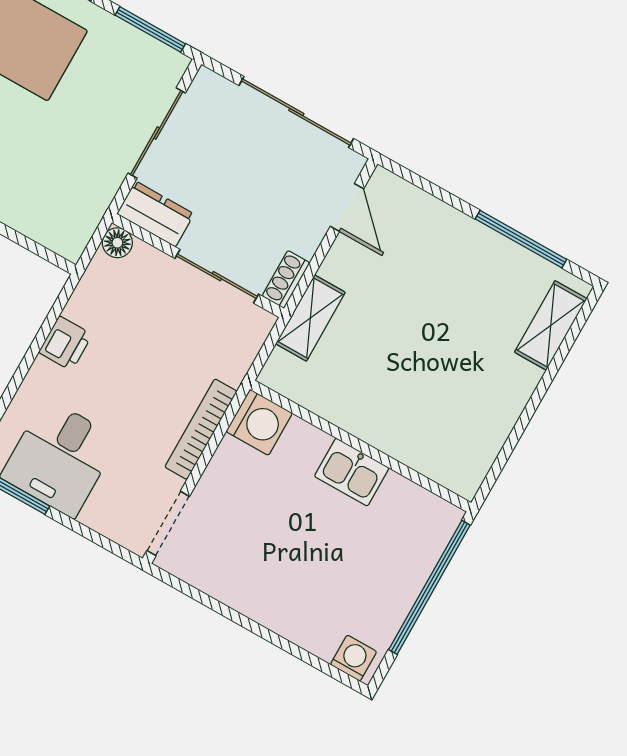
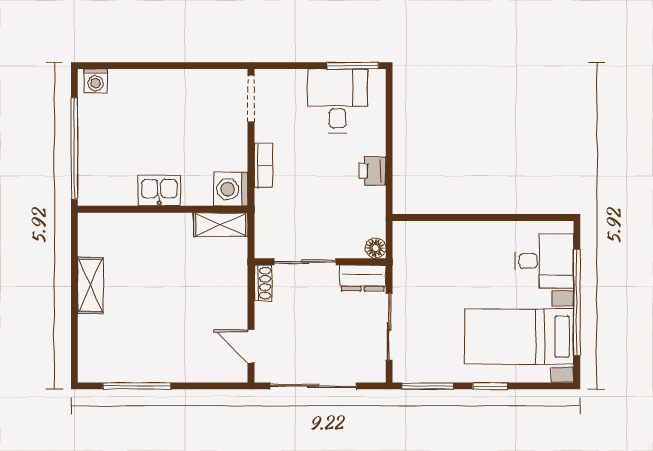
shelving: (310, 318) -> (221, 225), moved, turned 90
shelving: (551, 325) -> (90, 285), moved
bookcase: (201, 429) -> (263, 165), width x0.64

